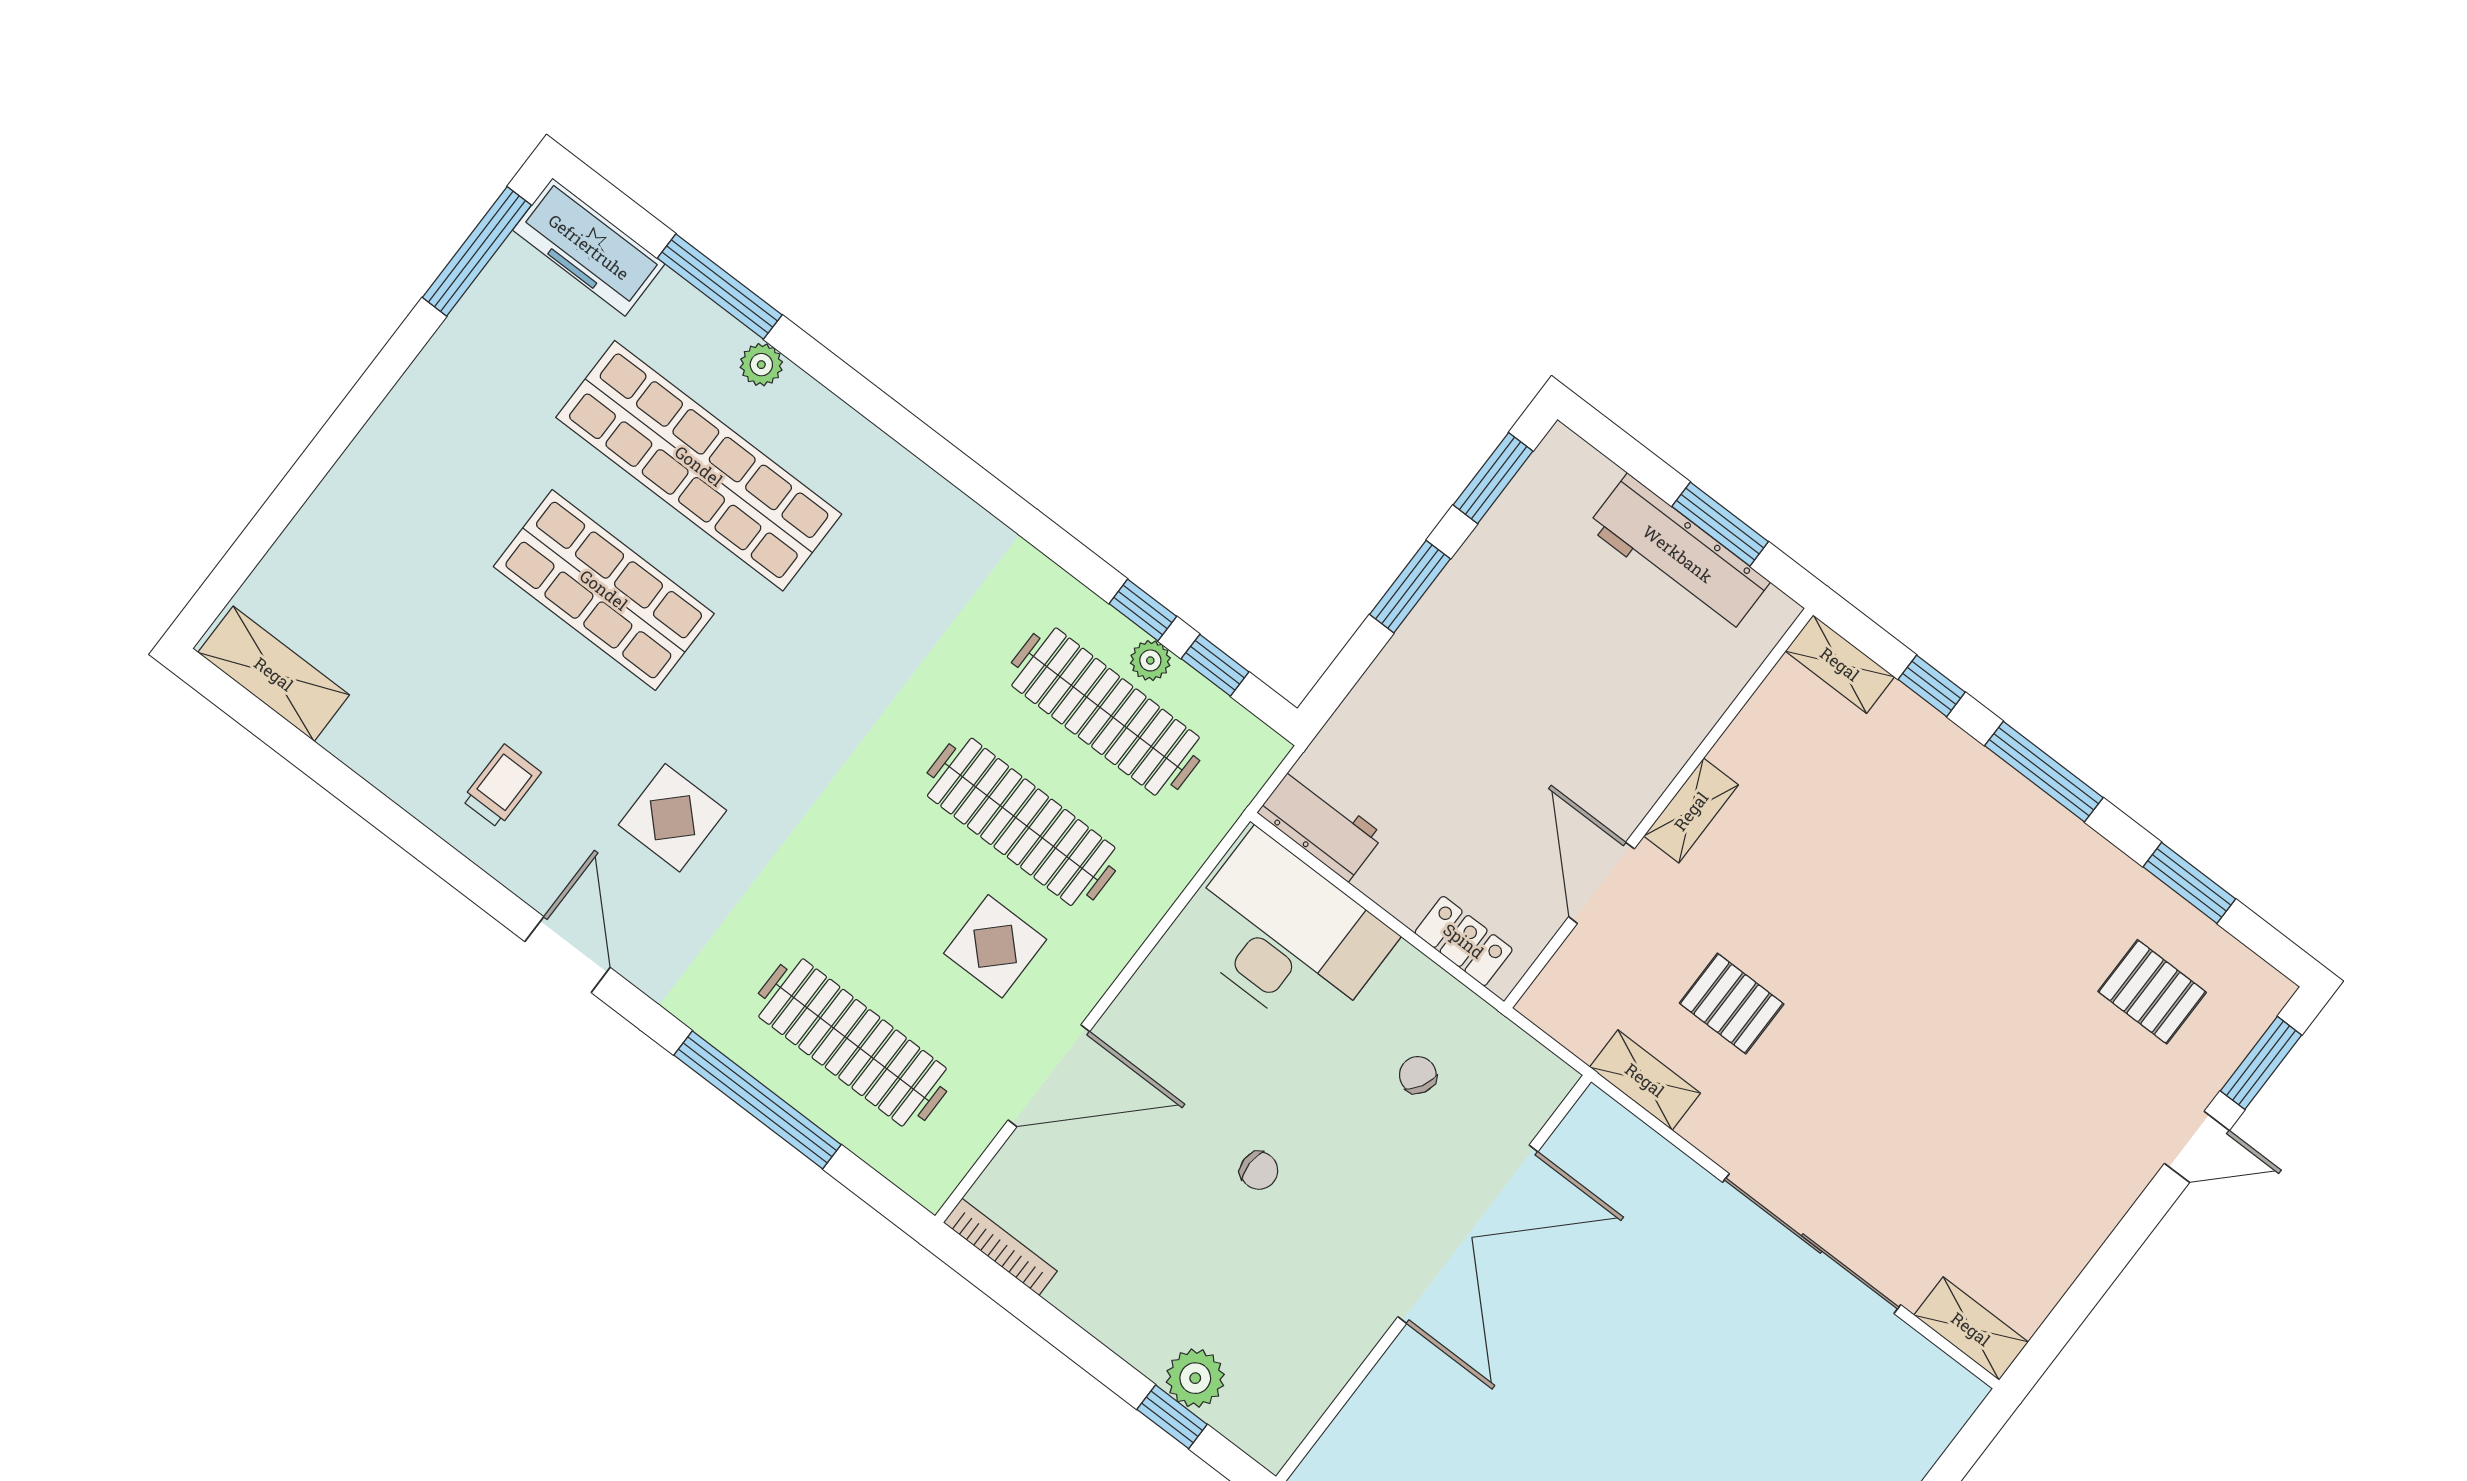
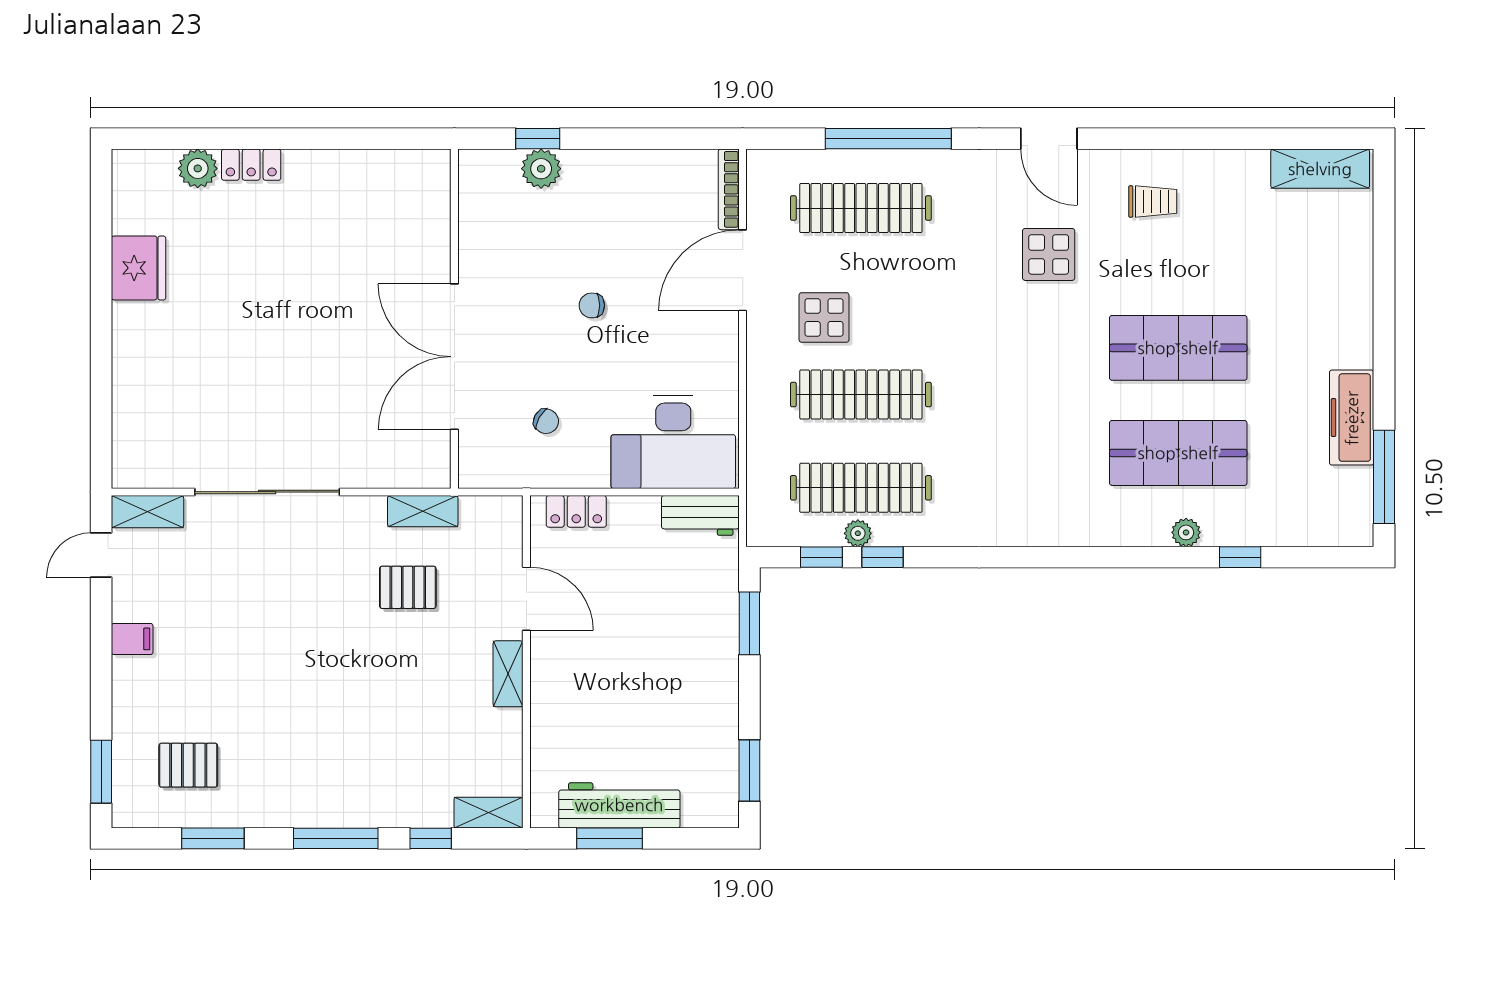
freezer: (589, 247) -> (1352, 418), moved, turned -90
window: (720, 286) -> (1240, 557), width x0.46
shop shelf: (699, 466) -> (1178, 453), width x0.71
window: (1410, 587) -> (749, 623), moved
trolley: (501, 786) -> (1153, 201), turned -90
door: (2197, 1147) -> (101, 555), moved
filing cabinet: (2104, 1192) -> (132, 639), added
bookcase: (1000, 1247) -> (729, 189), moved, turned 90

